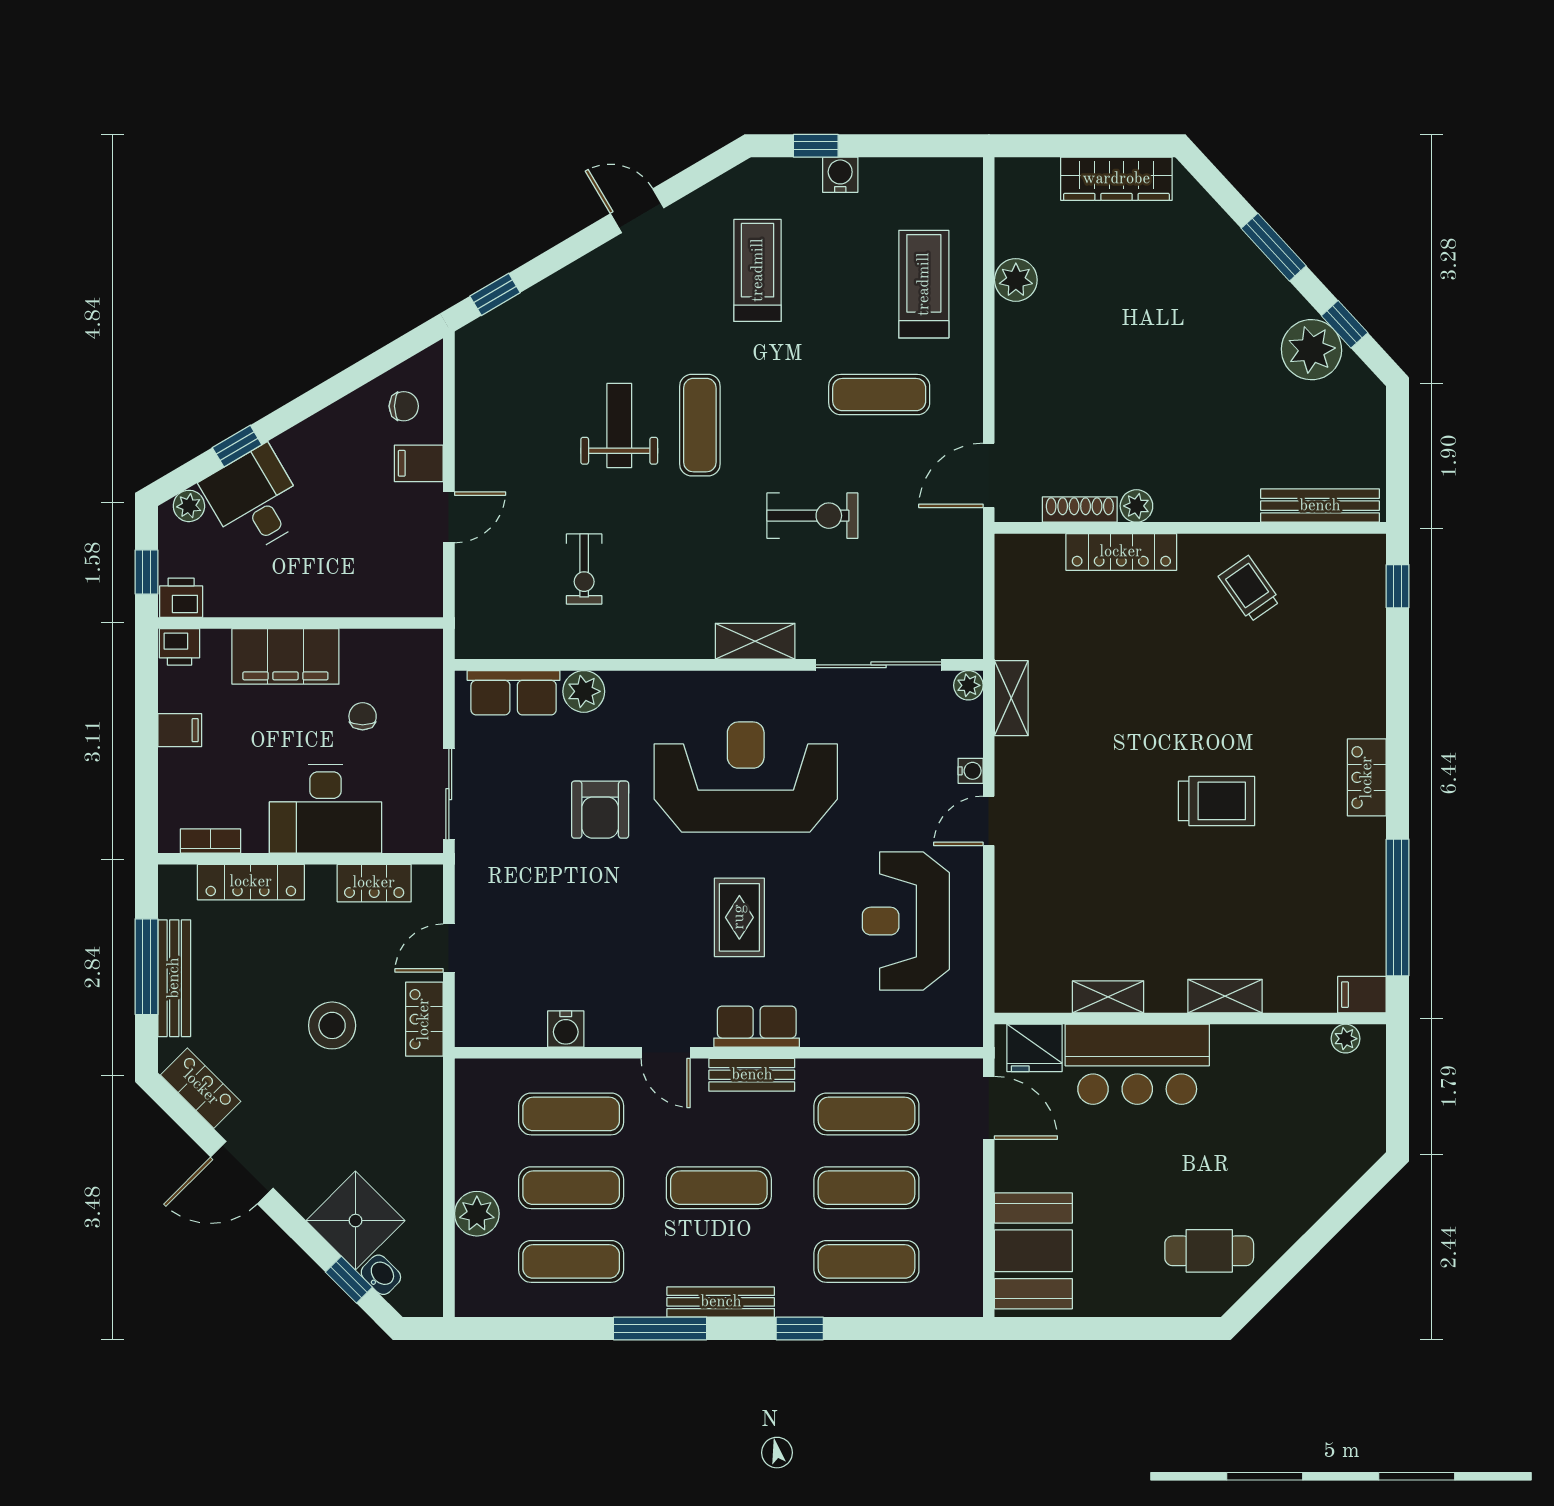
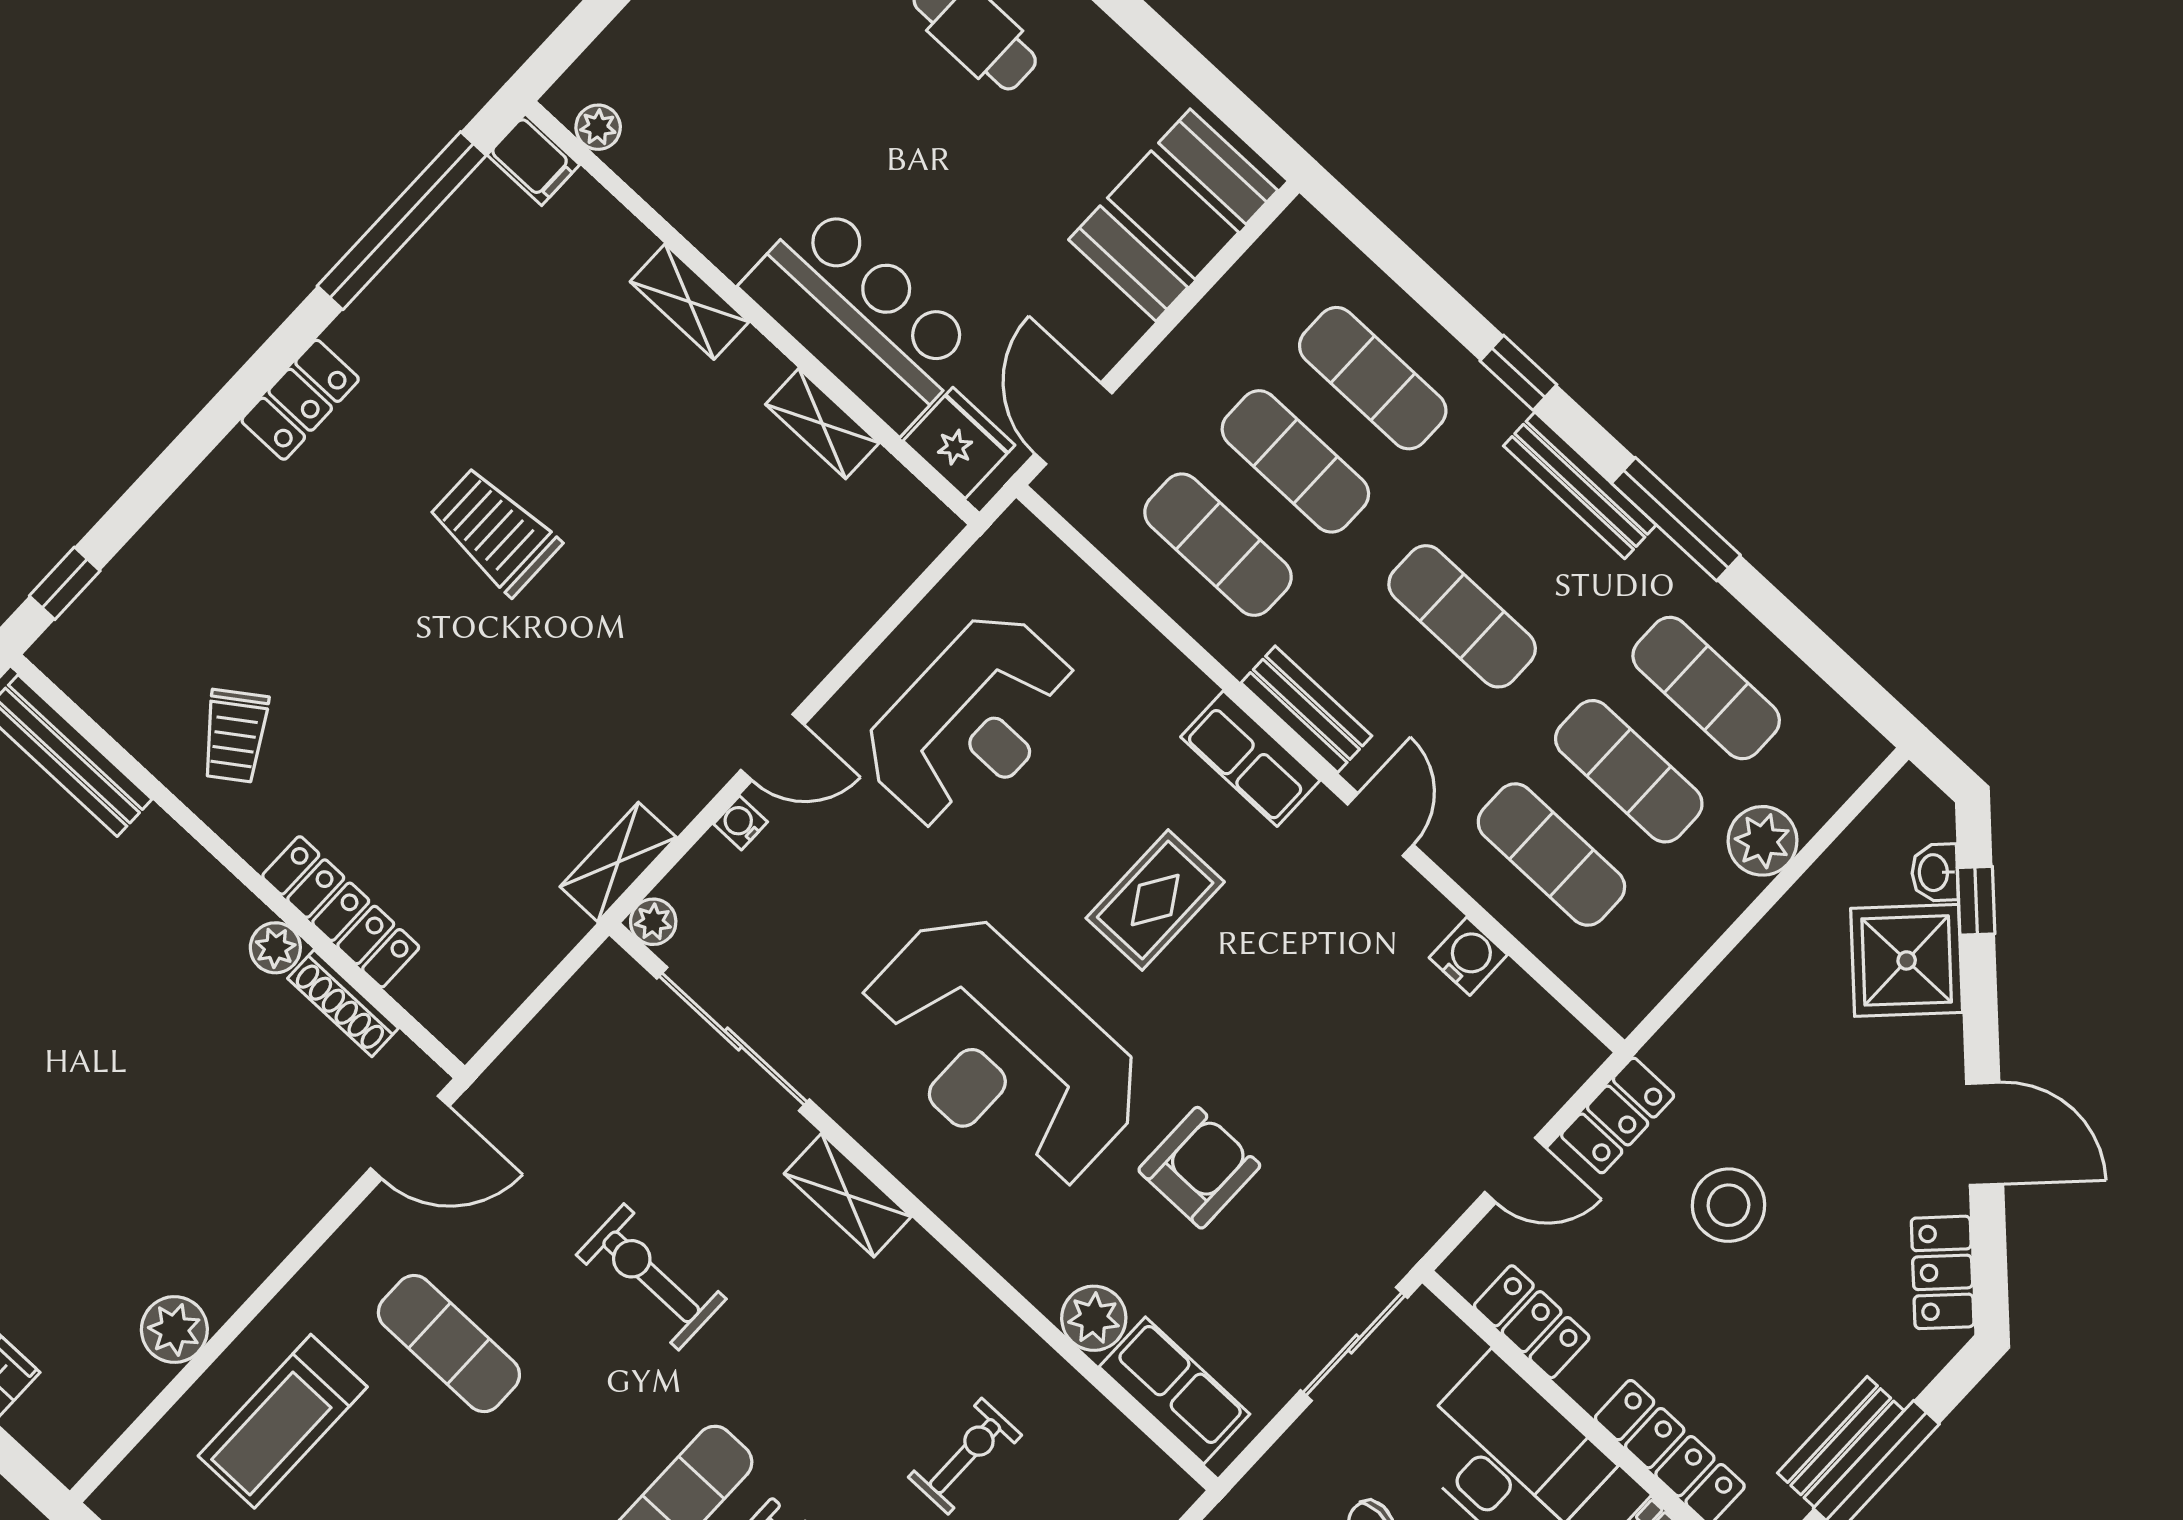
bench: (174, 978) -> (1841, 1442), width x0.73

